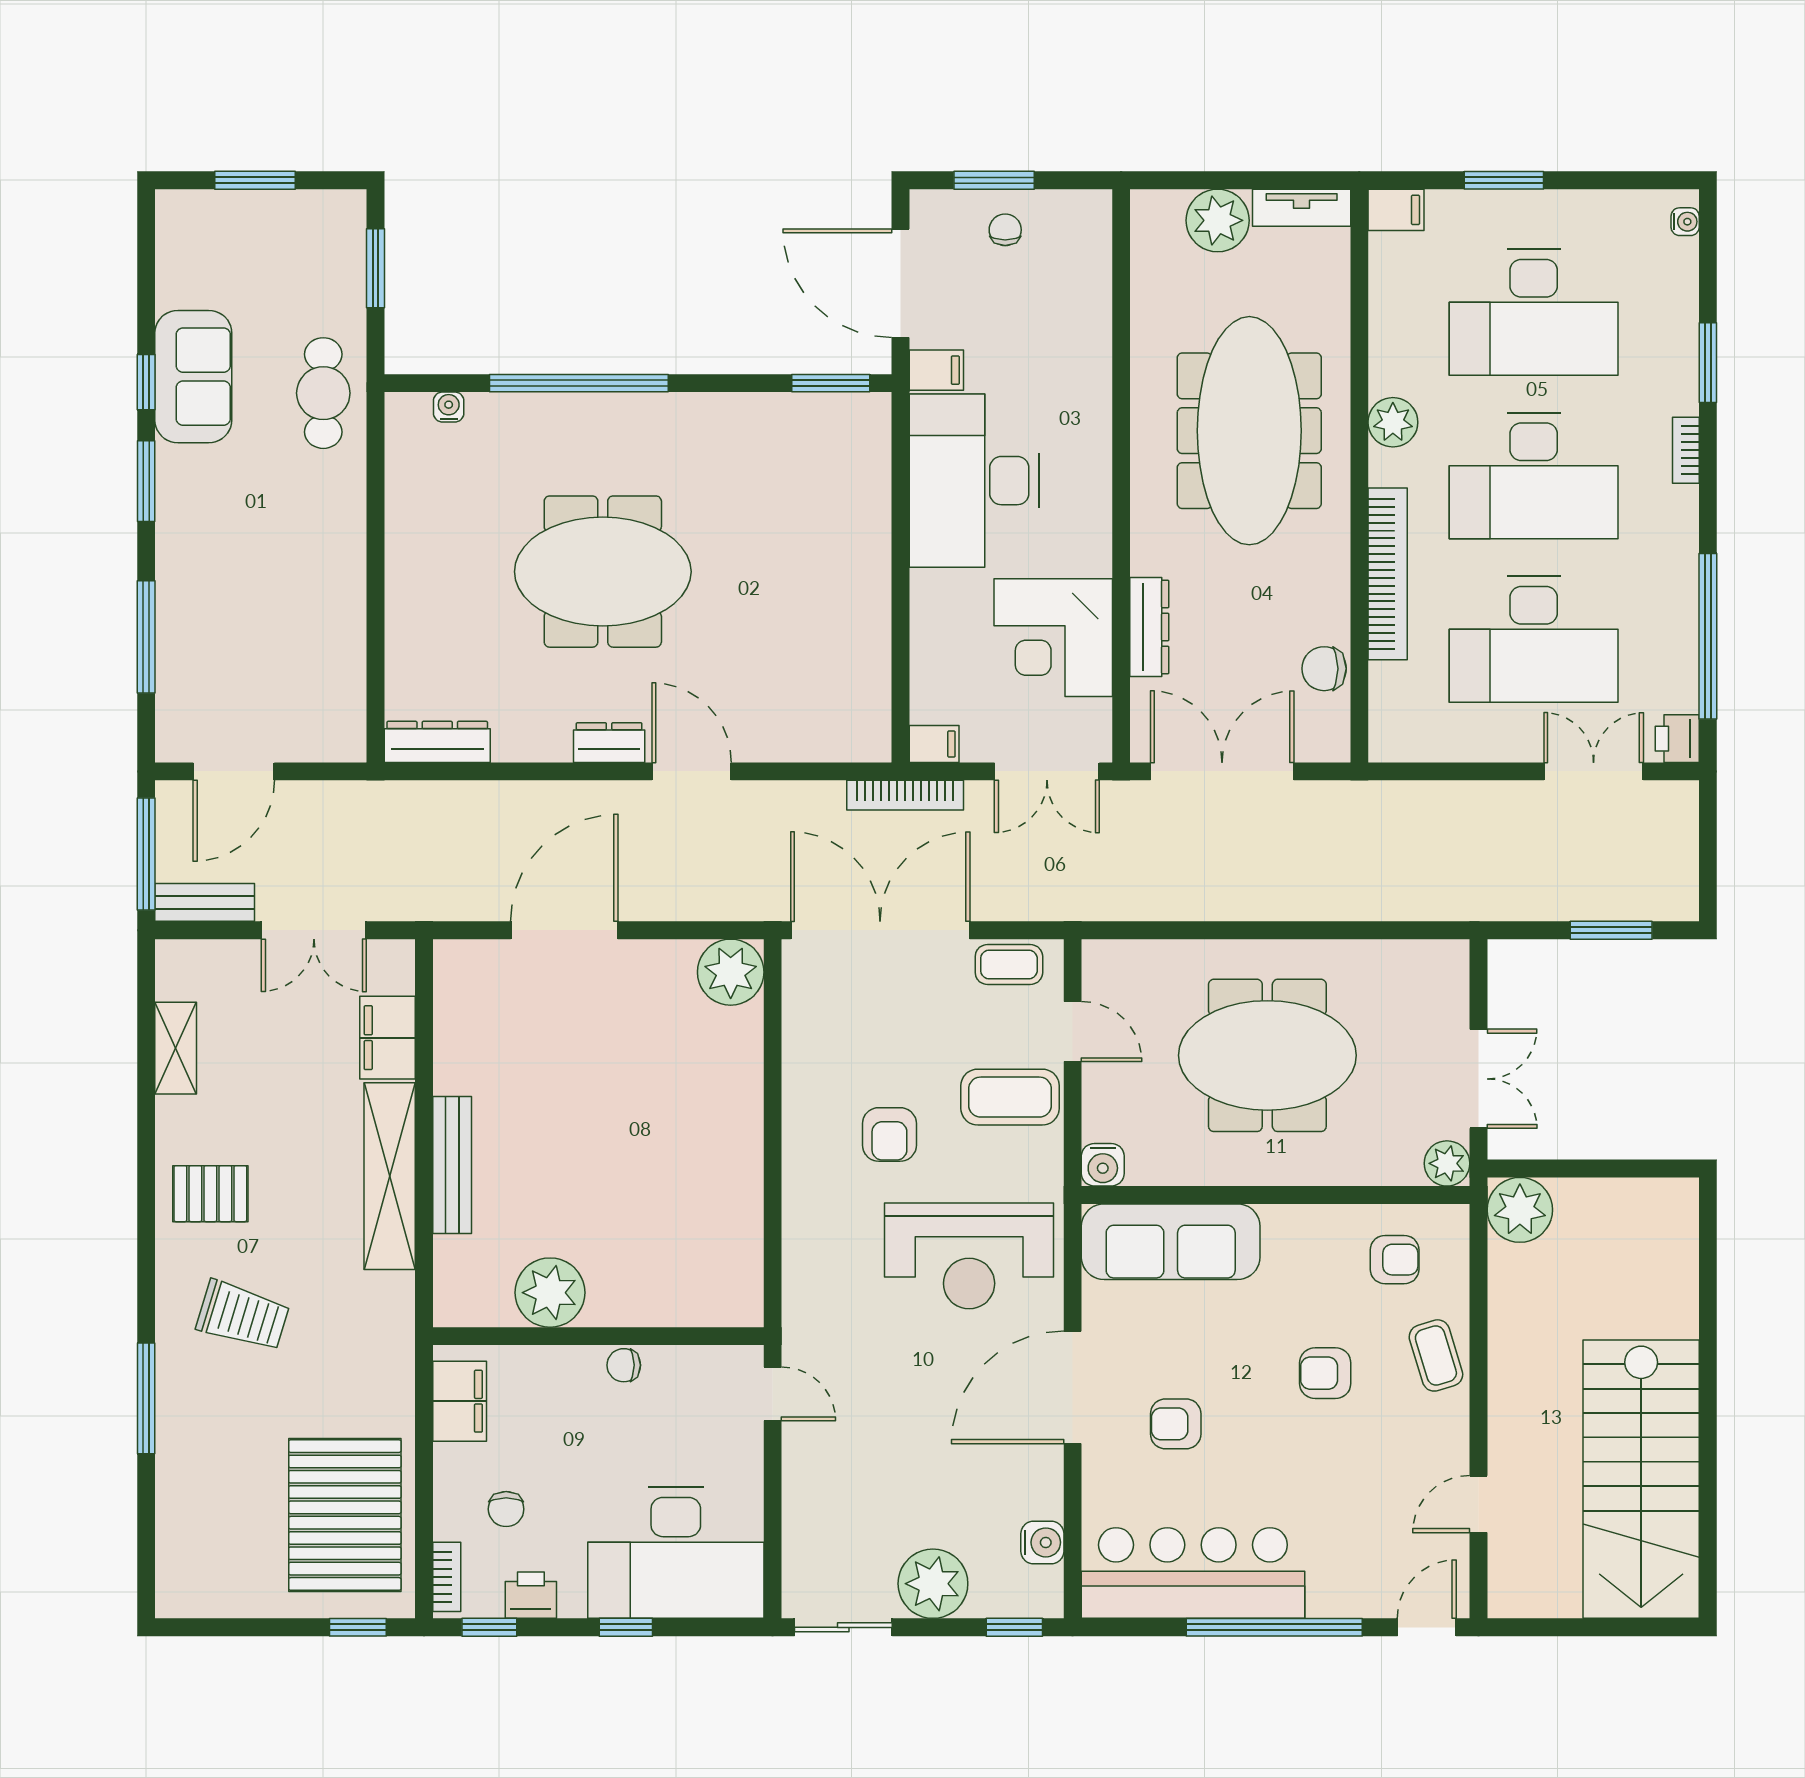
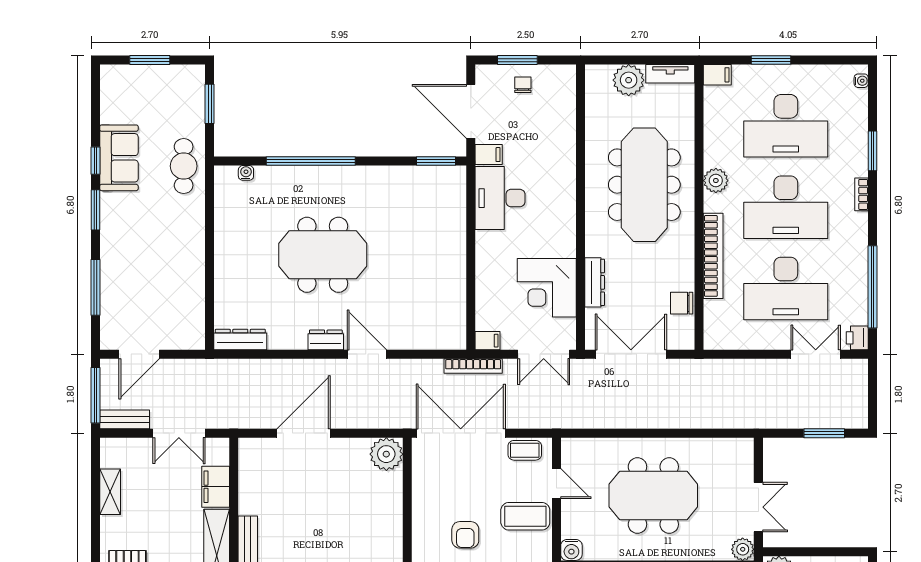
desk: (974, 481) -> (500, 198), width x0.73, depth x0.77

